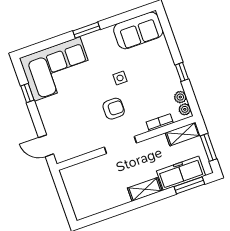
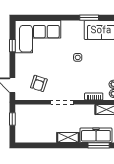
window: (86, 30) -> (89, 18), moved
armchair: (114, 109) -> (39, 83), moved, turned 108
window: (62, 191) -> (12, 119), added

